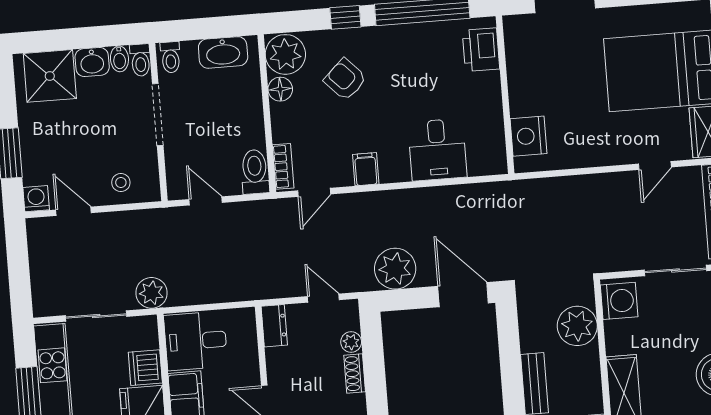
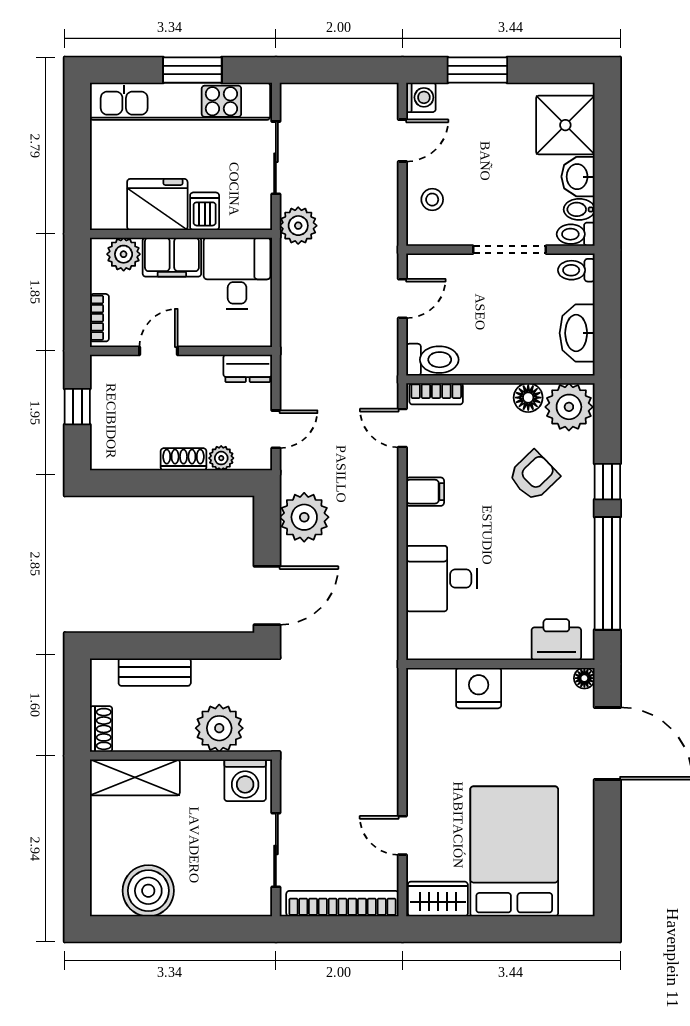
floor lamp: (511, 24) -> (584, 678), added
nightstand: (528, 136) -> (479, 688), moved
dishwasher: (145, 368) -> (205, 211), width x0.73

